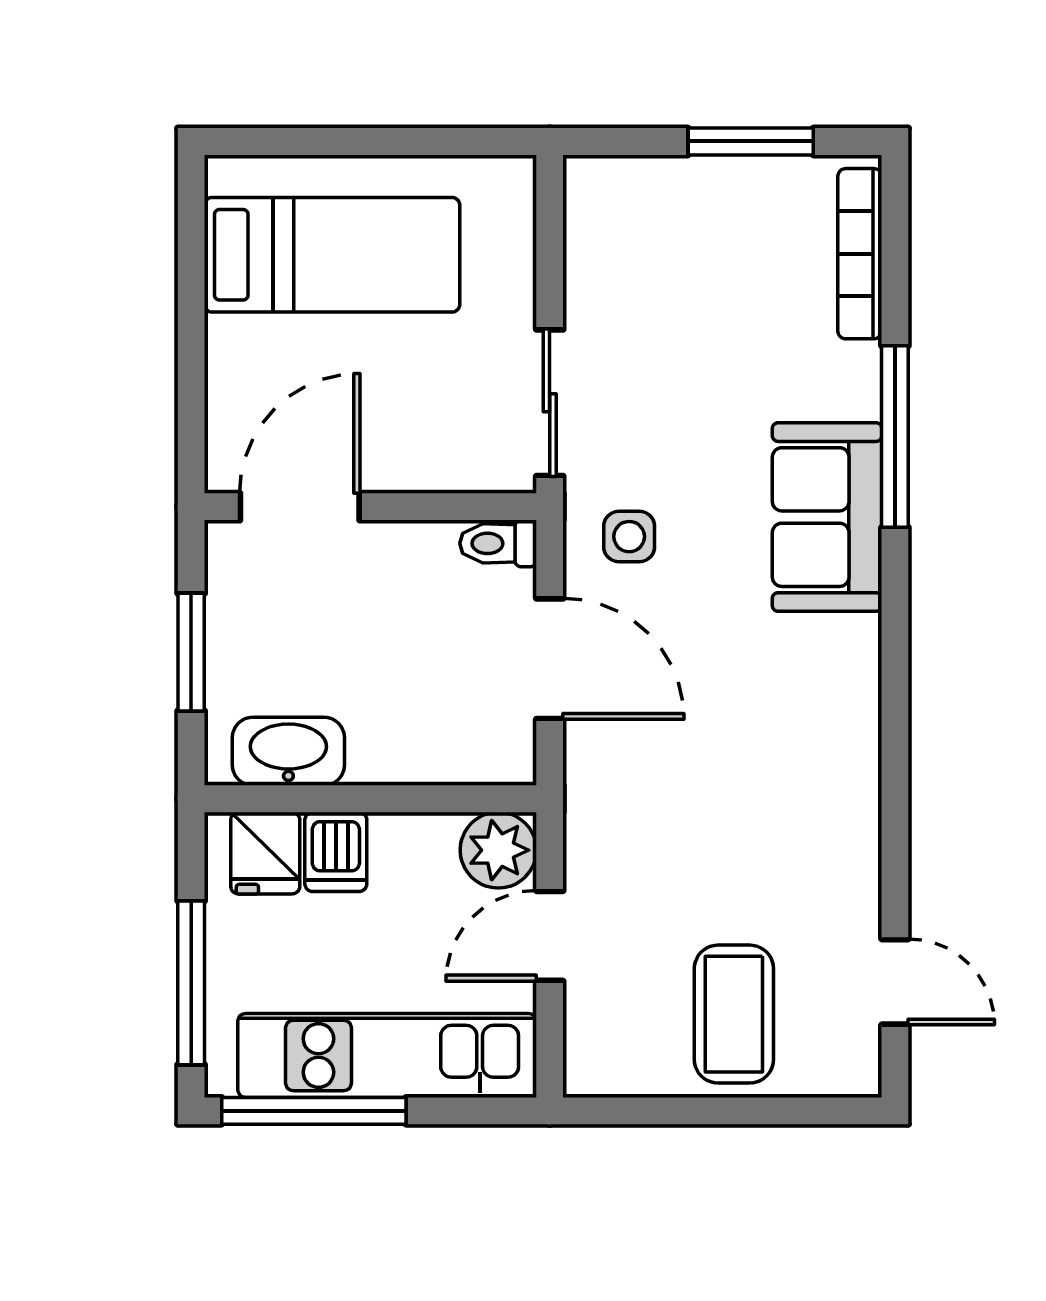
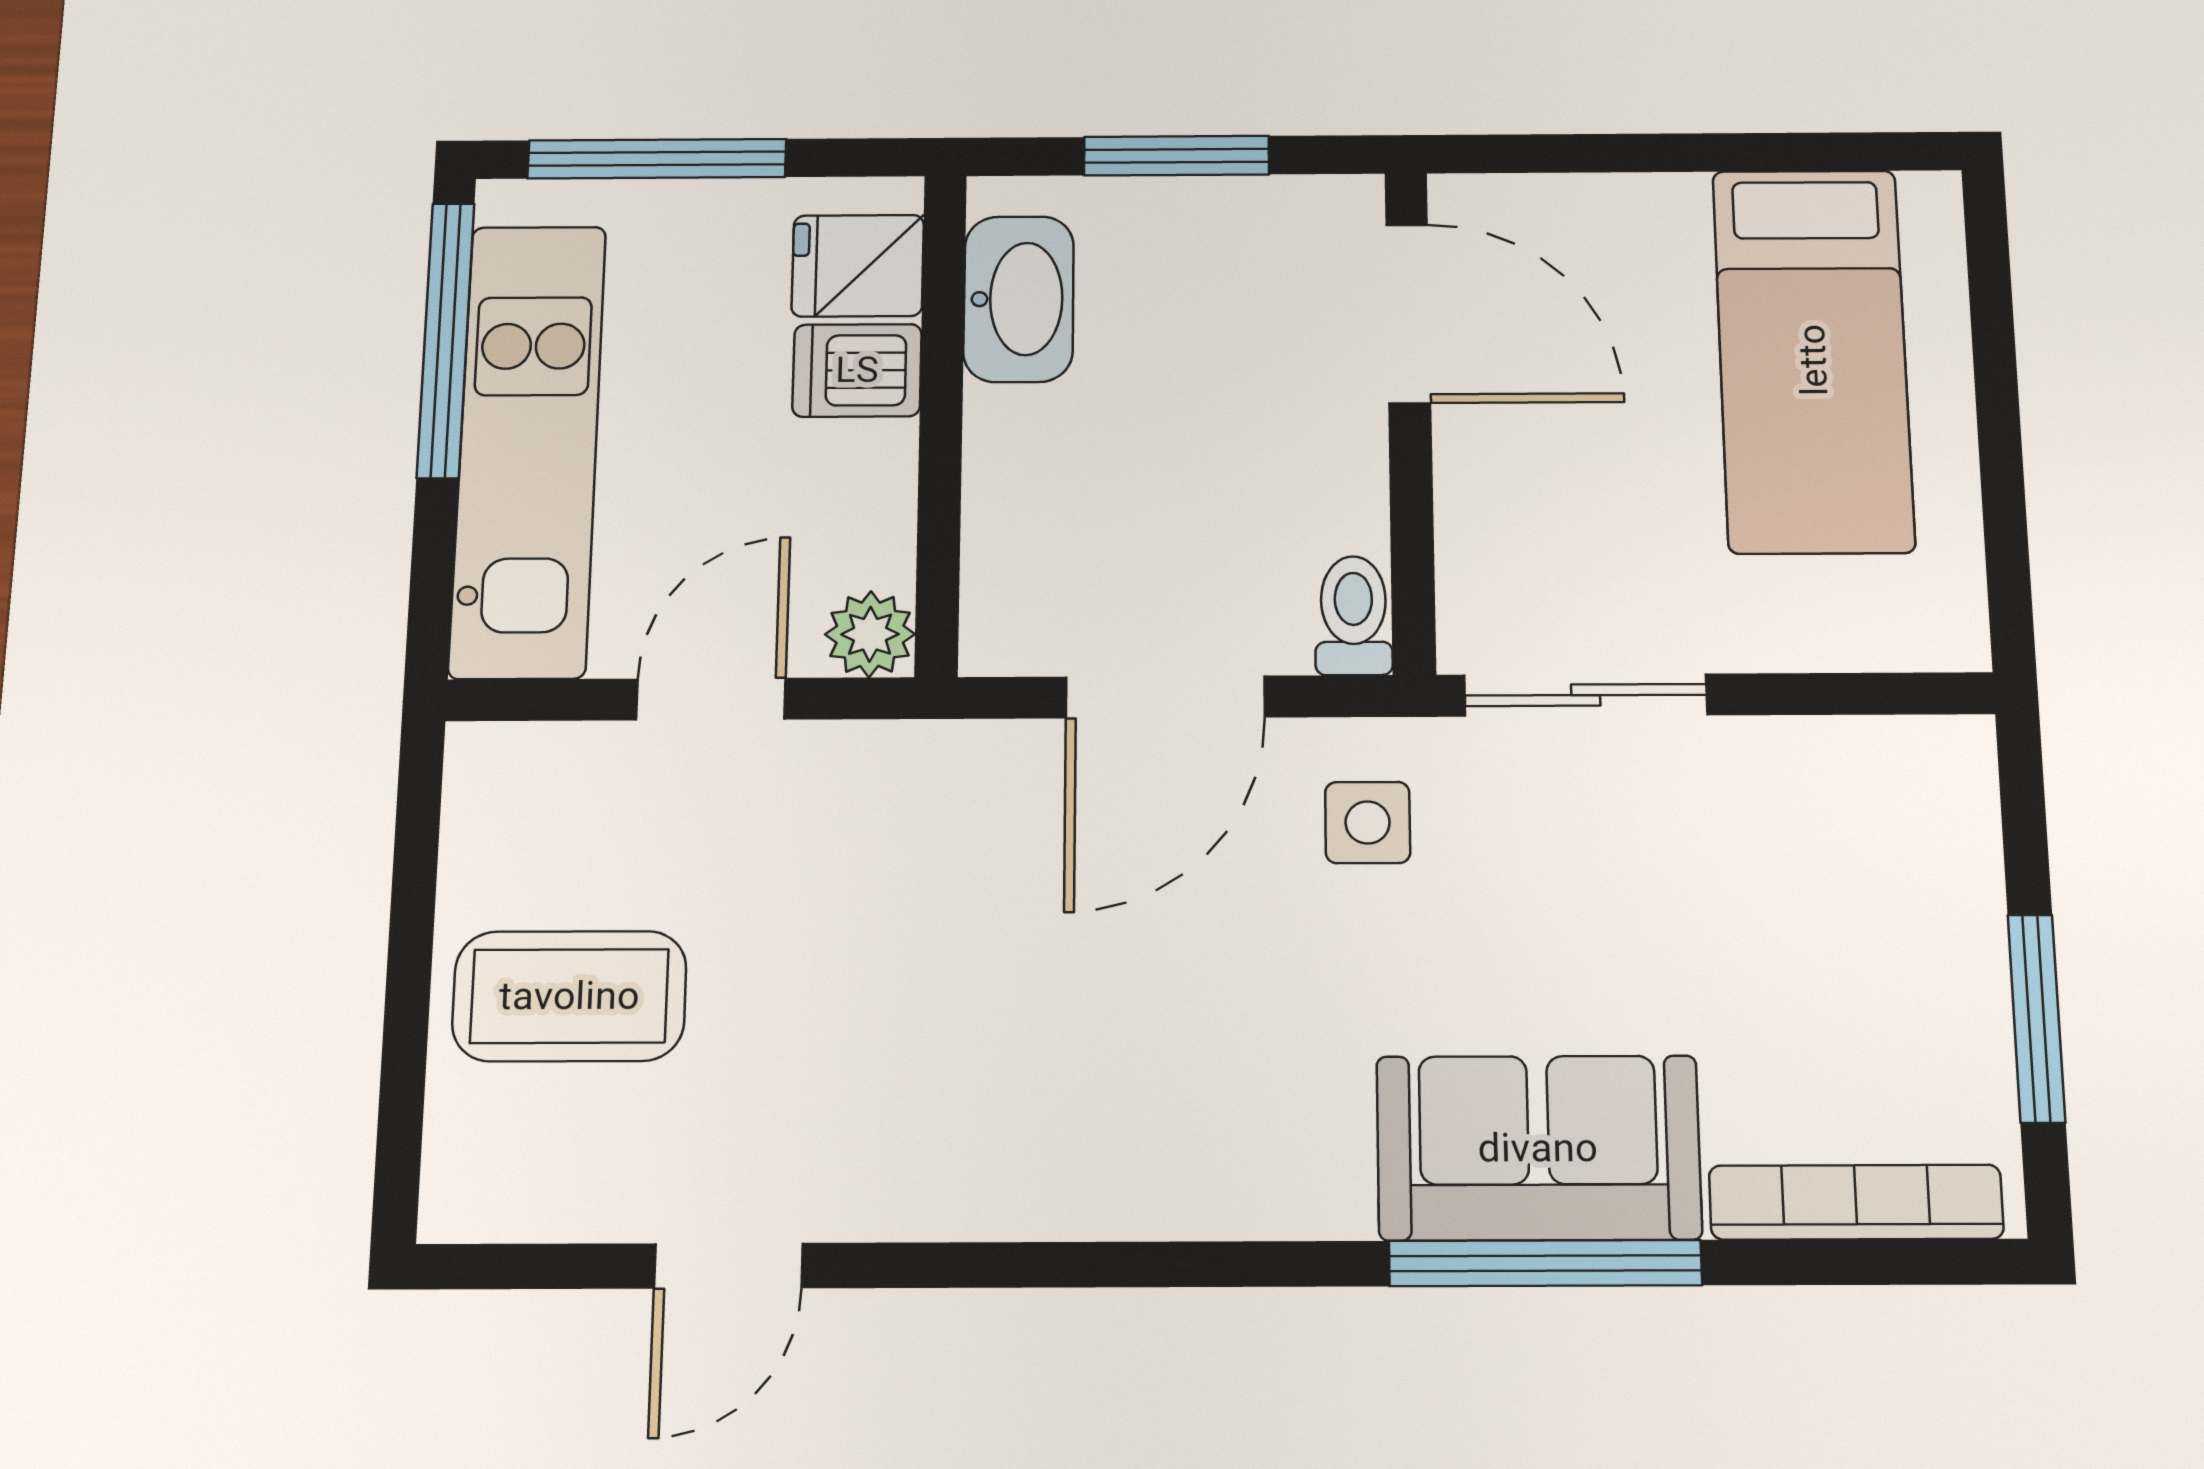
sofa: (827, 517) -> (1538, 1148), moved
plant: (498, 850) -> (870, 634), width x0.73, depth x0.73
door: (550, 936) -> (711, 699), hinge flipped
door: (895, 982) -> (728, 1266), moved

